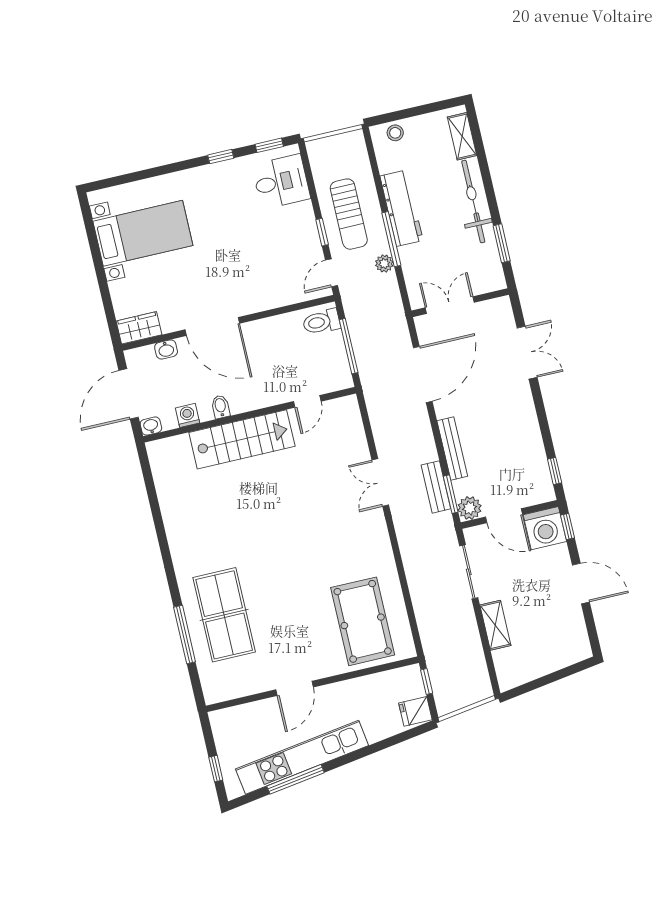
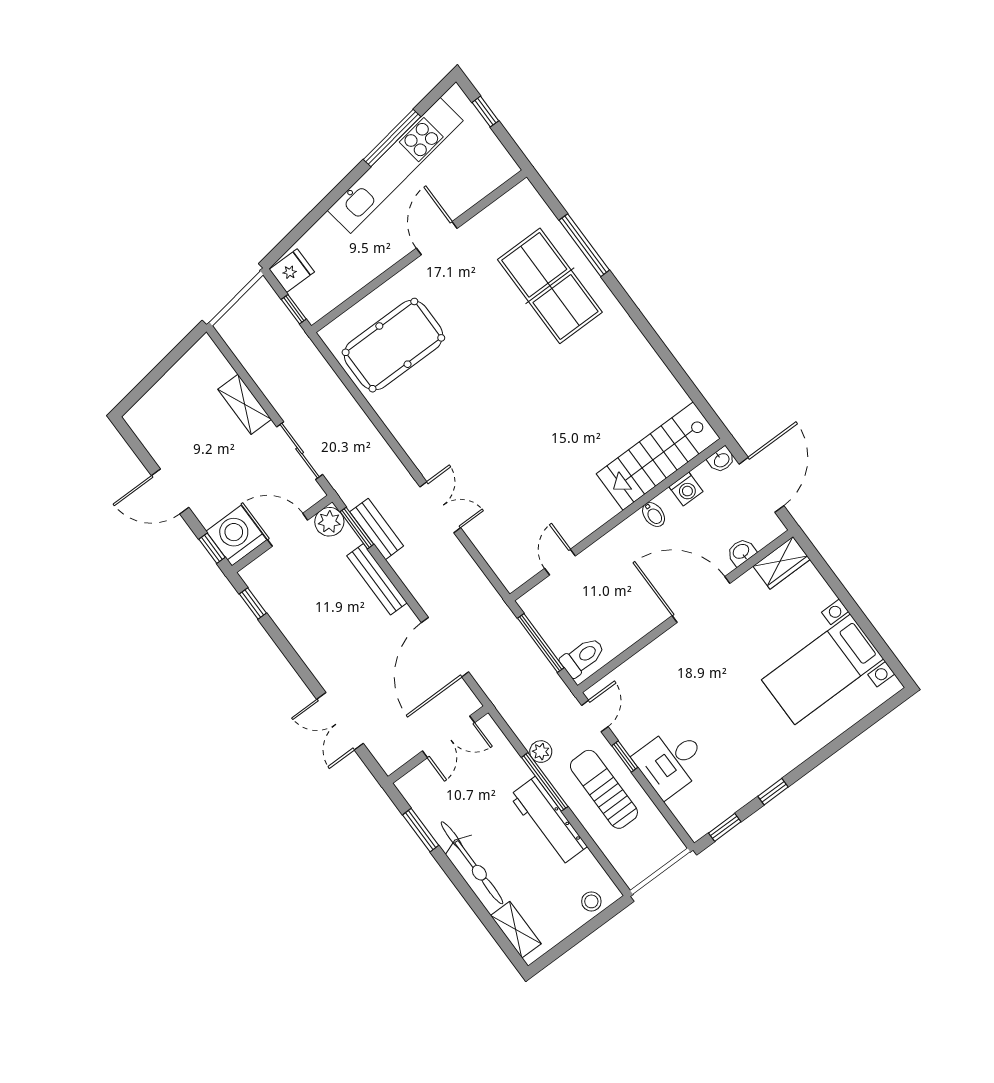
desk: (281, 182) -> (671, 761), moved
stairs: (242, 439) -> (658, 456), moved
pool table: (363, 621) -> (393, 345), turned 90

